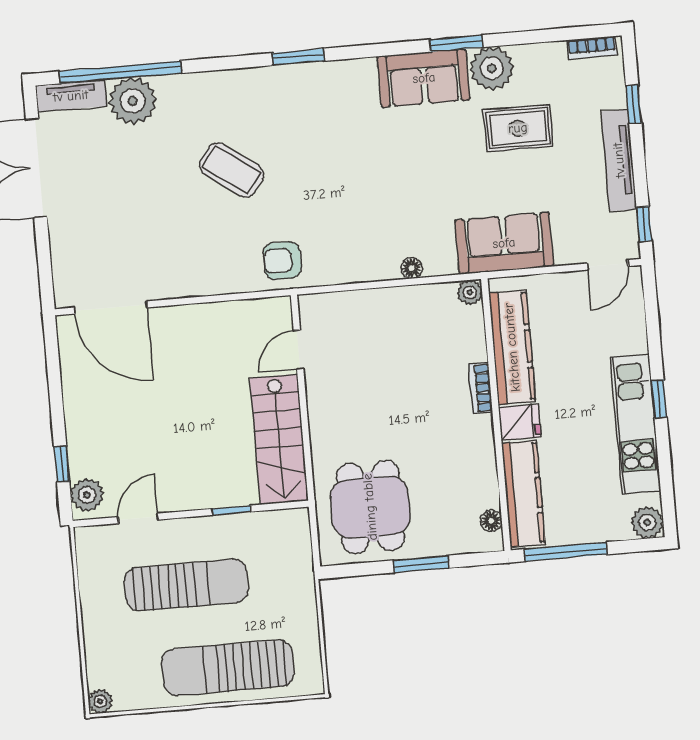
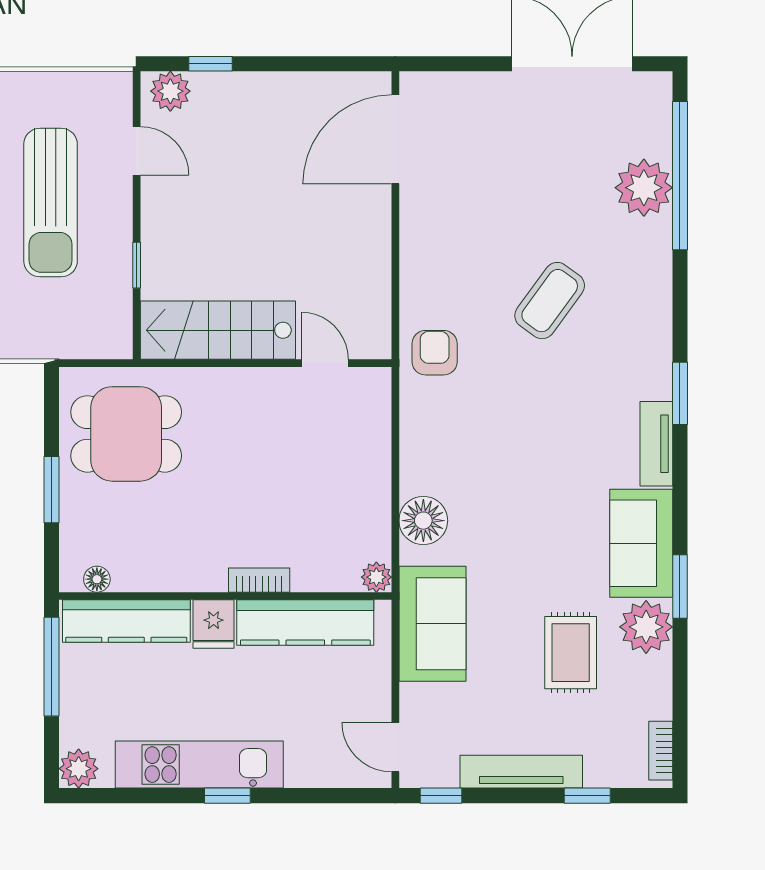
tv unit: (71, 96) -> (656, 444), moved
floor lamp: (412, 268) -> (423, 521), width x1.89, depth x1.89

